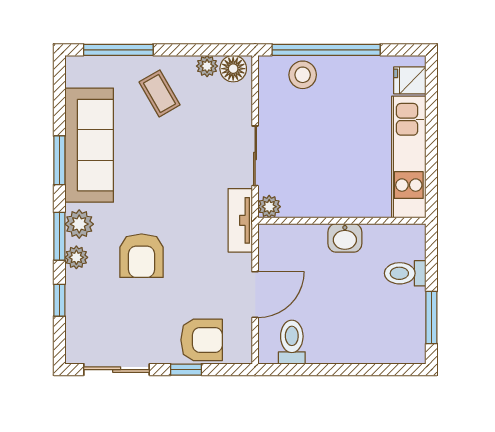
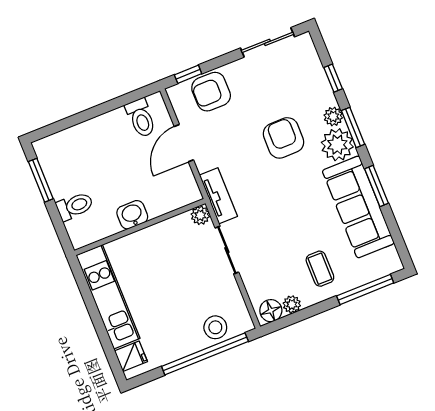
coffee table: (160, 93) -> (320, 269), turned 30
plant: (79, 224) -> (337, 145), width x1.36, depth x1.36
window: (186, 370) -> (188, 74), moved

